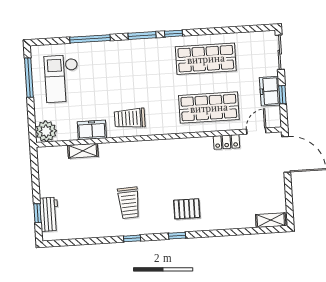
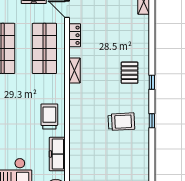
trolley: (130, 118) -> (49, 116), turned 180
freezer: (92, 130) -> (57, 154), width x1.40
shelving: (83, 151) -> (74, 70), moved

